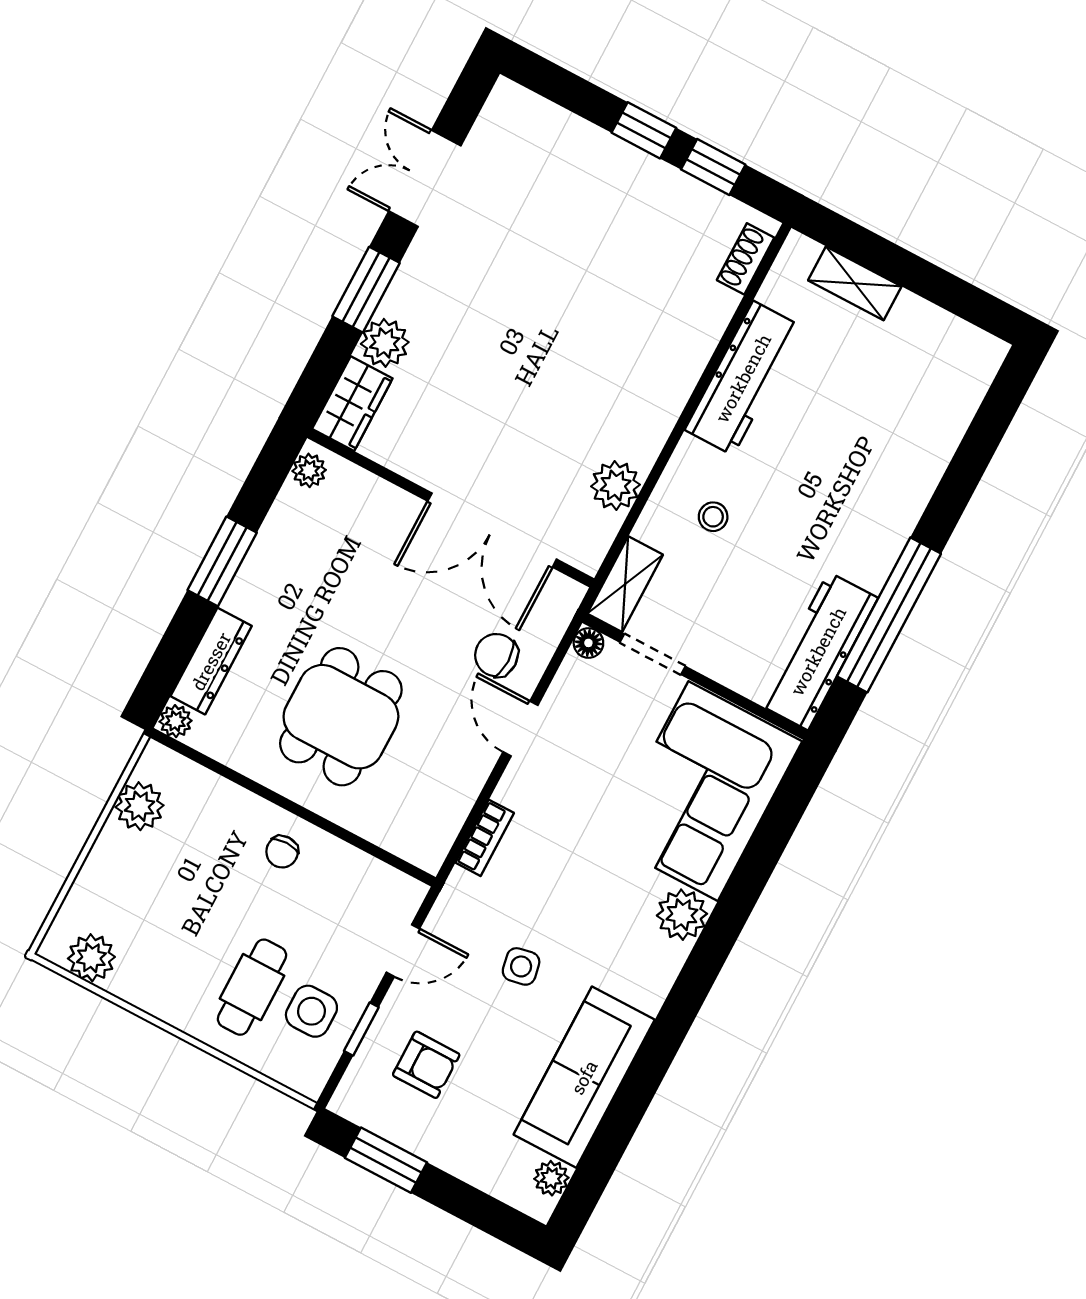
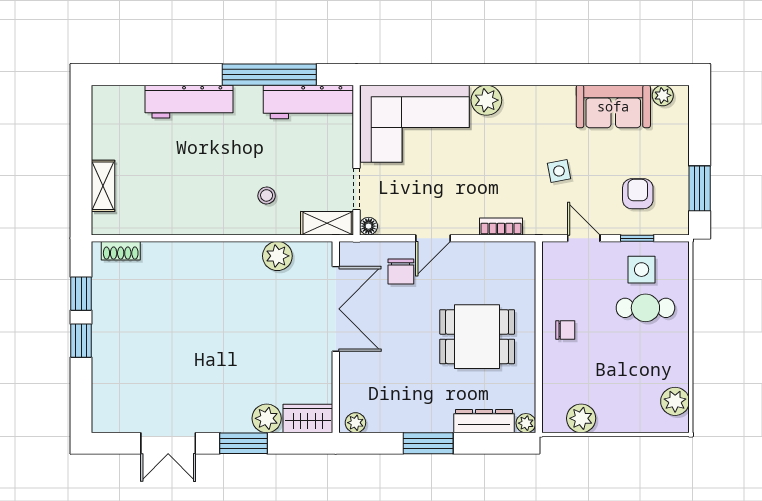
workbench: (743, 378) -> (189, 102), moved, turned 180
sofa: (584, 1077) -> (613, 106), width x0.73

